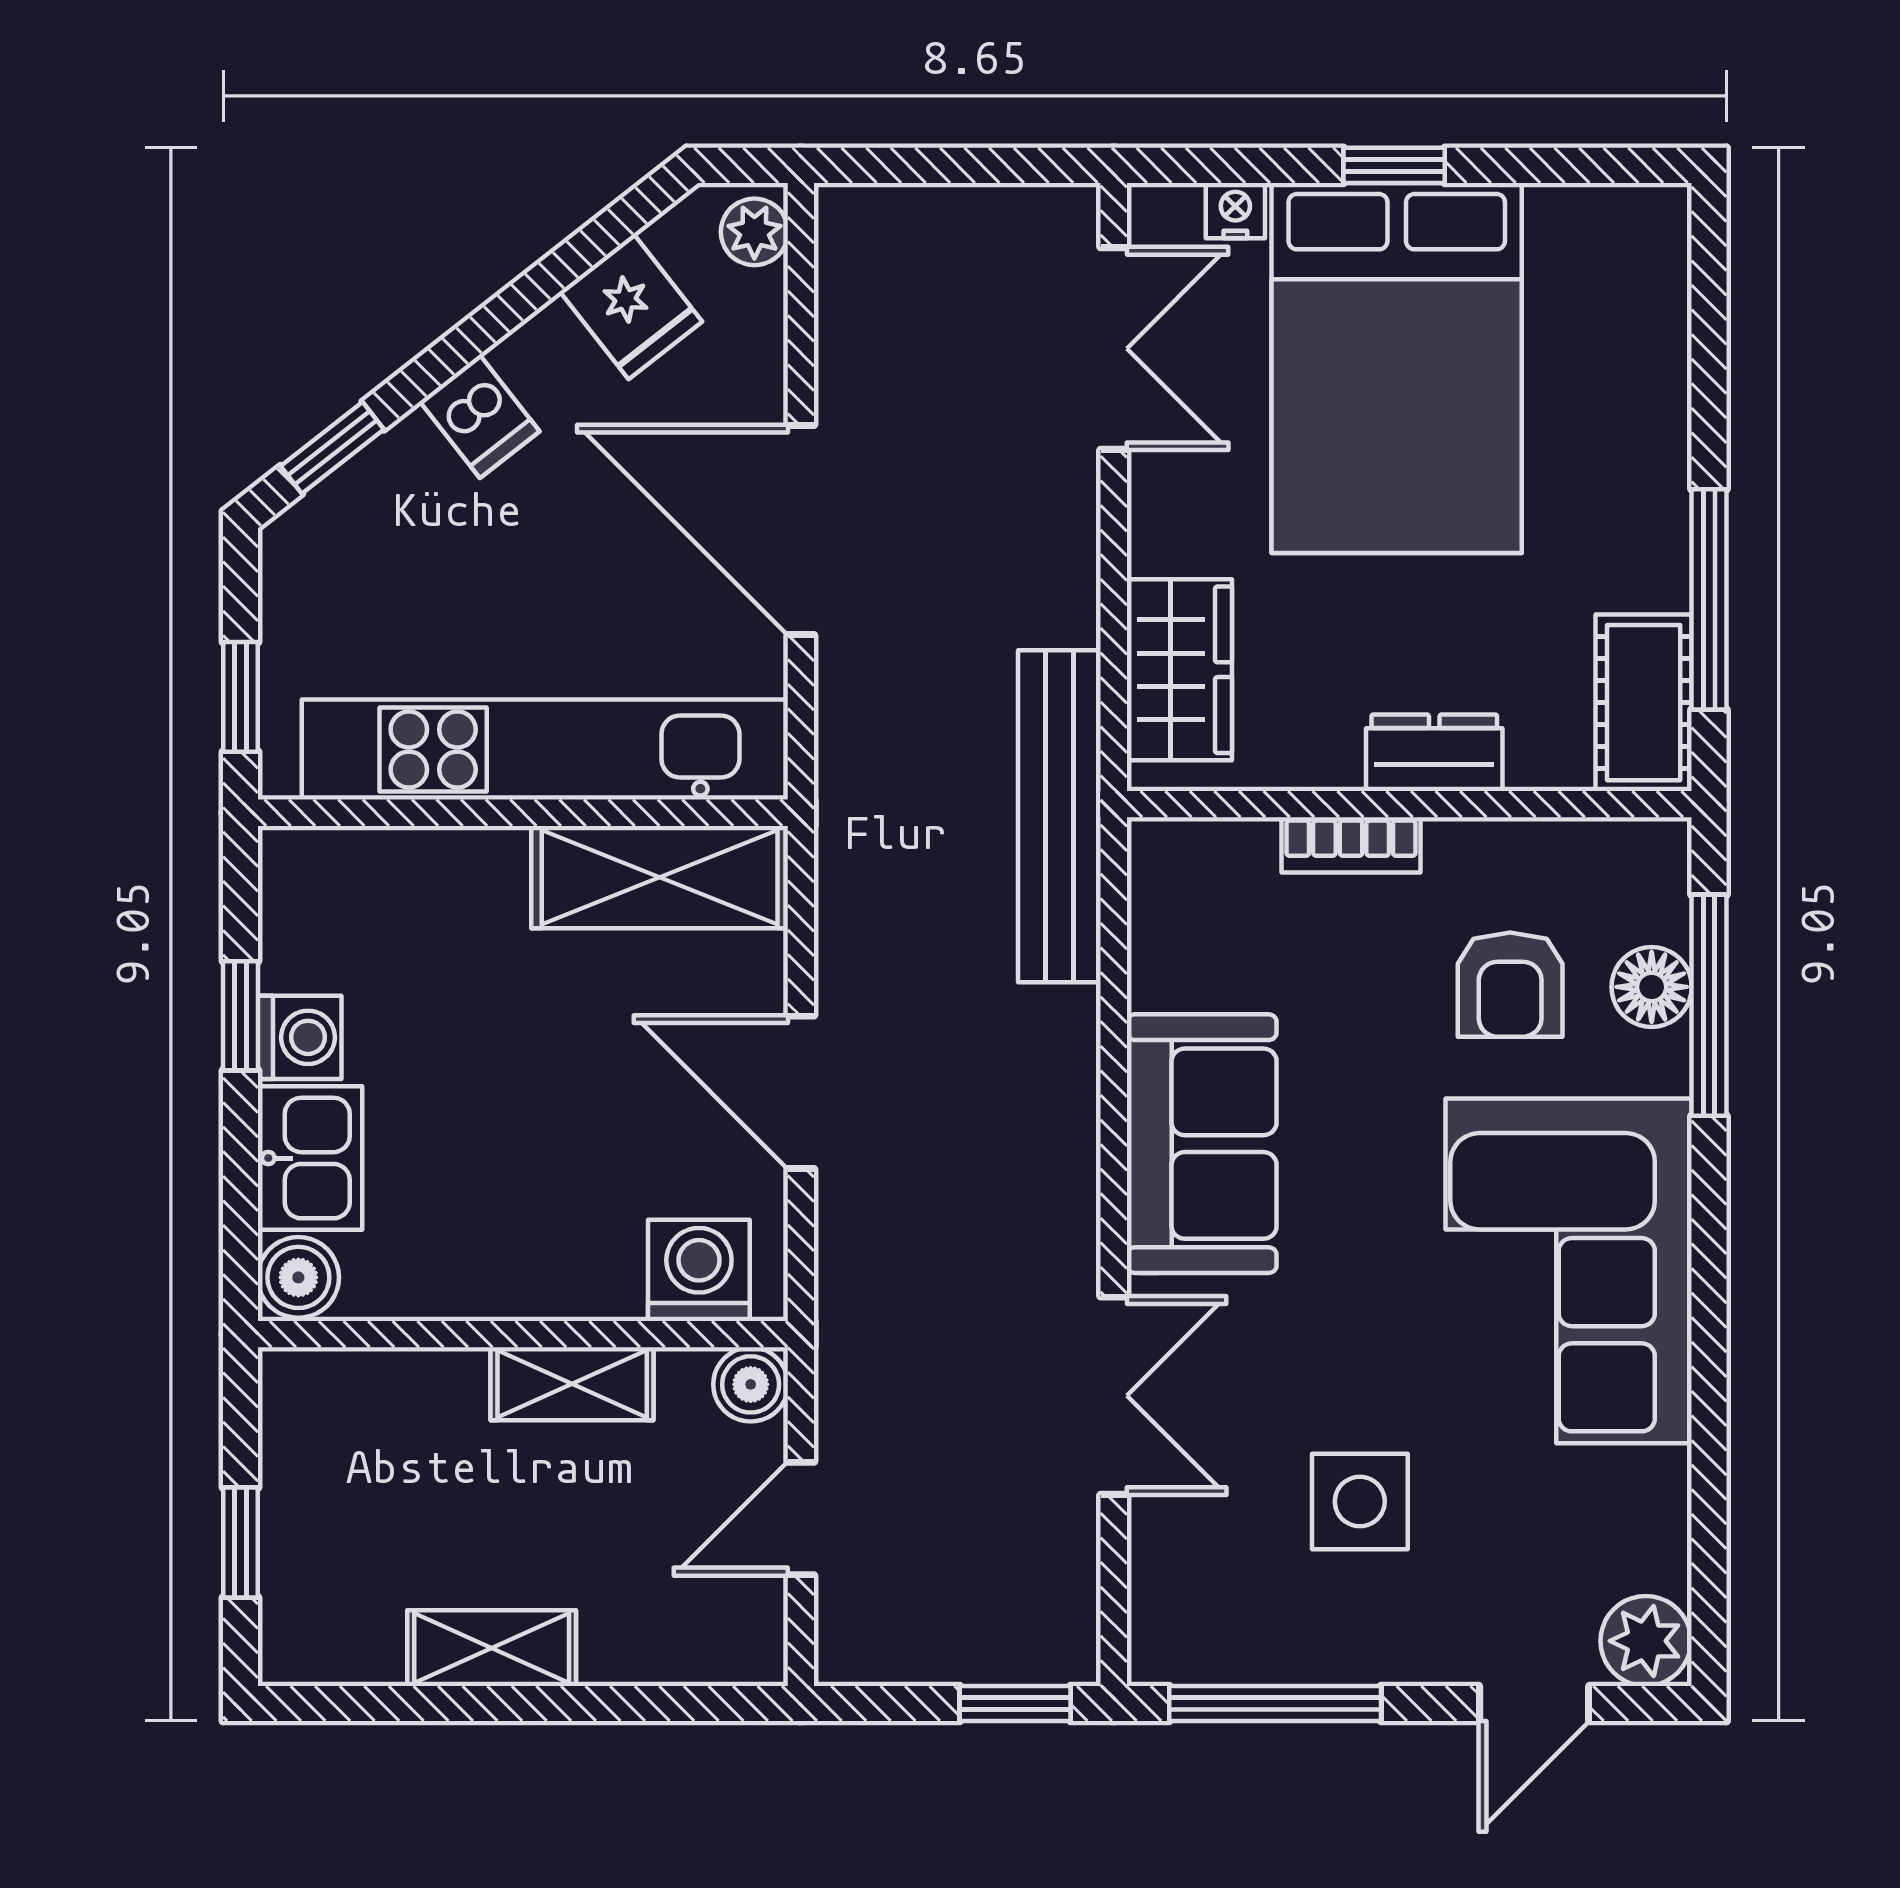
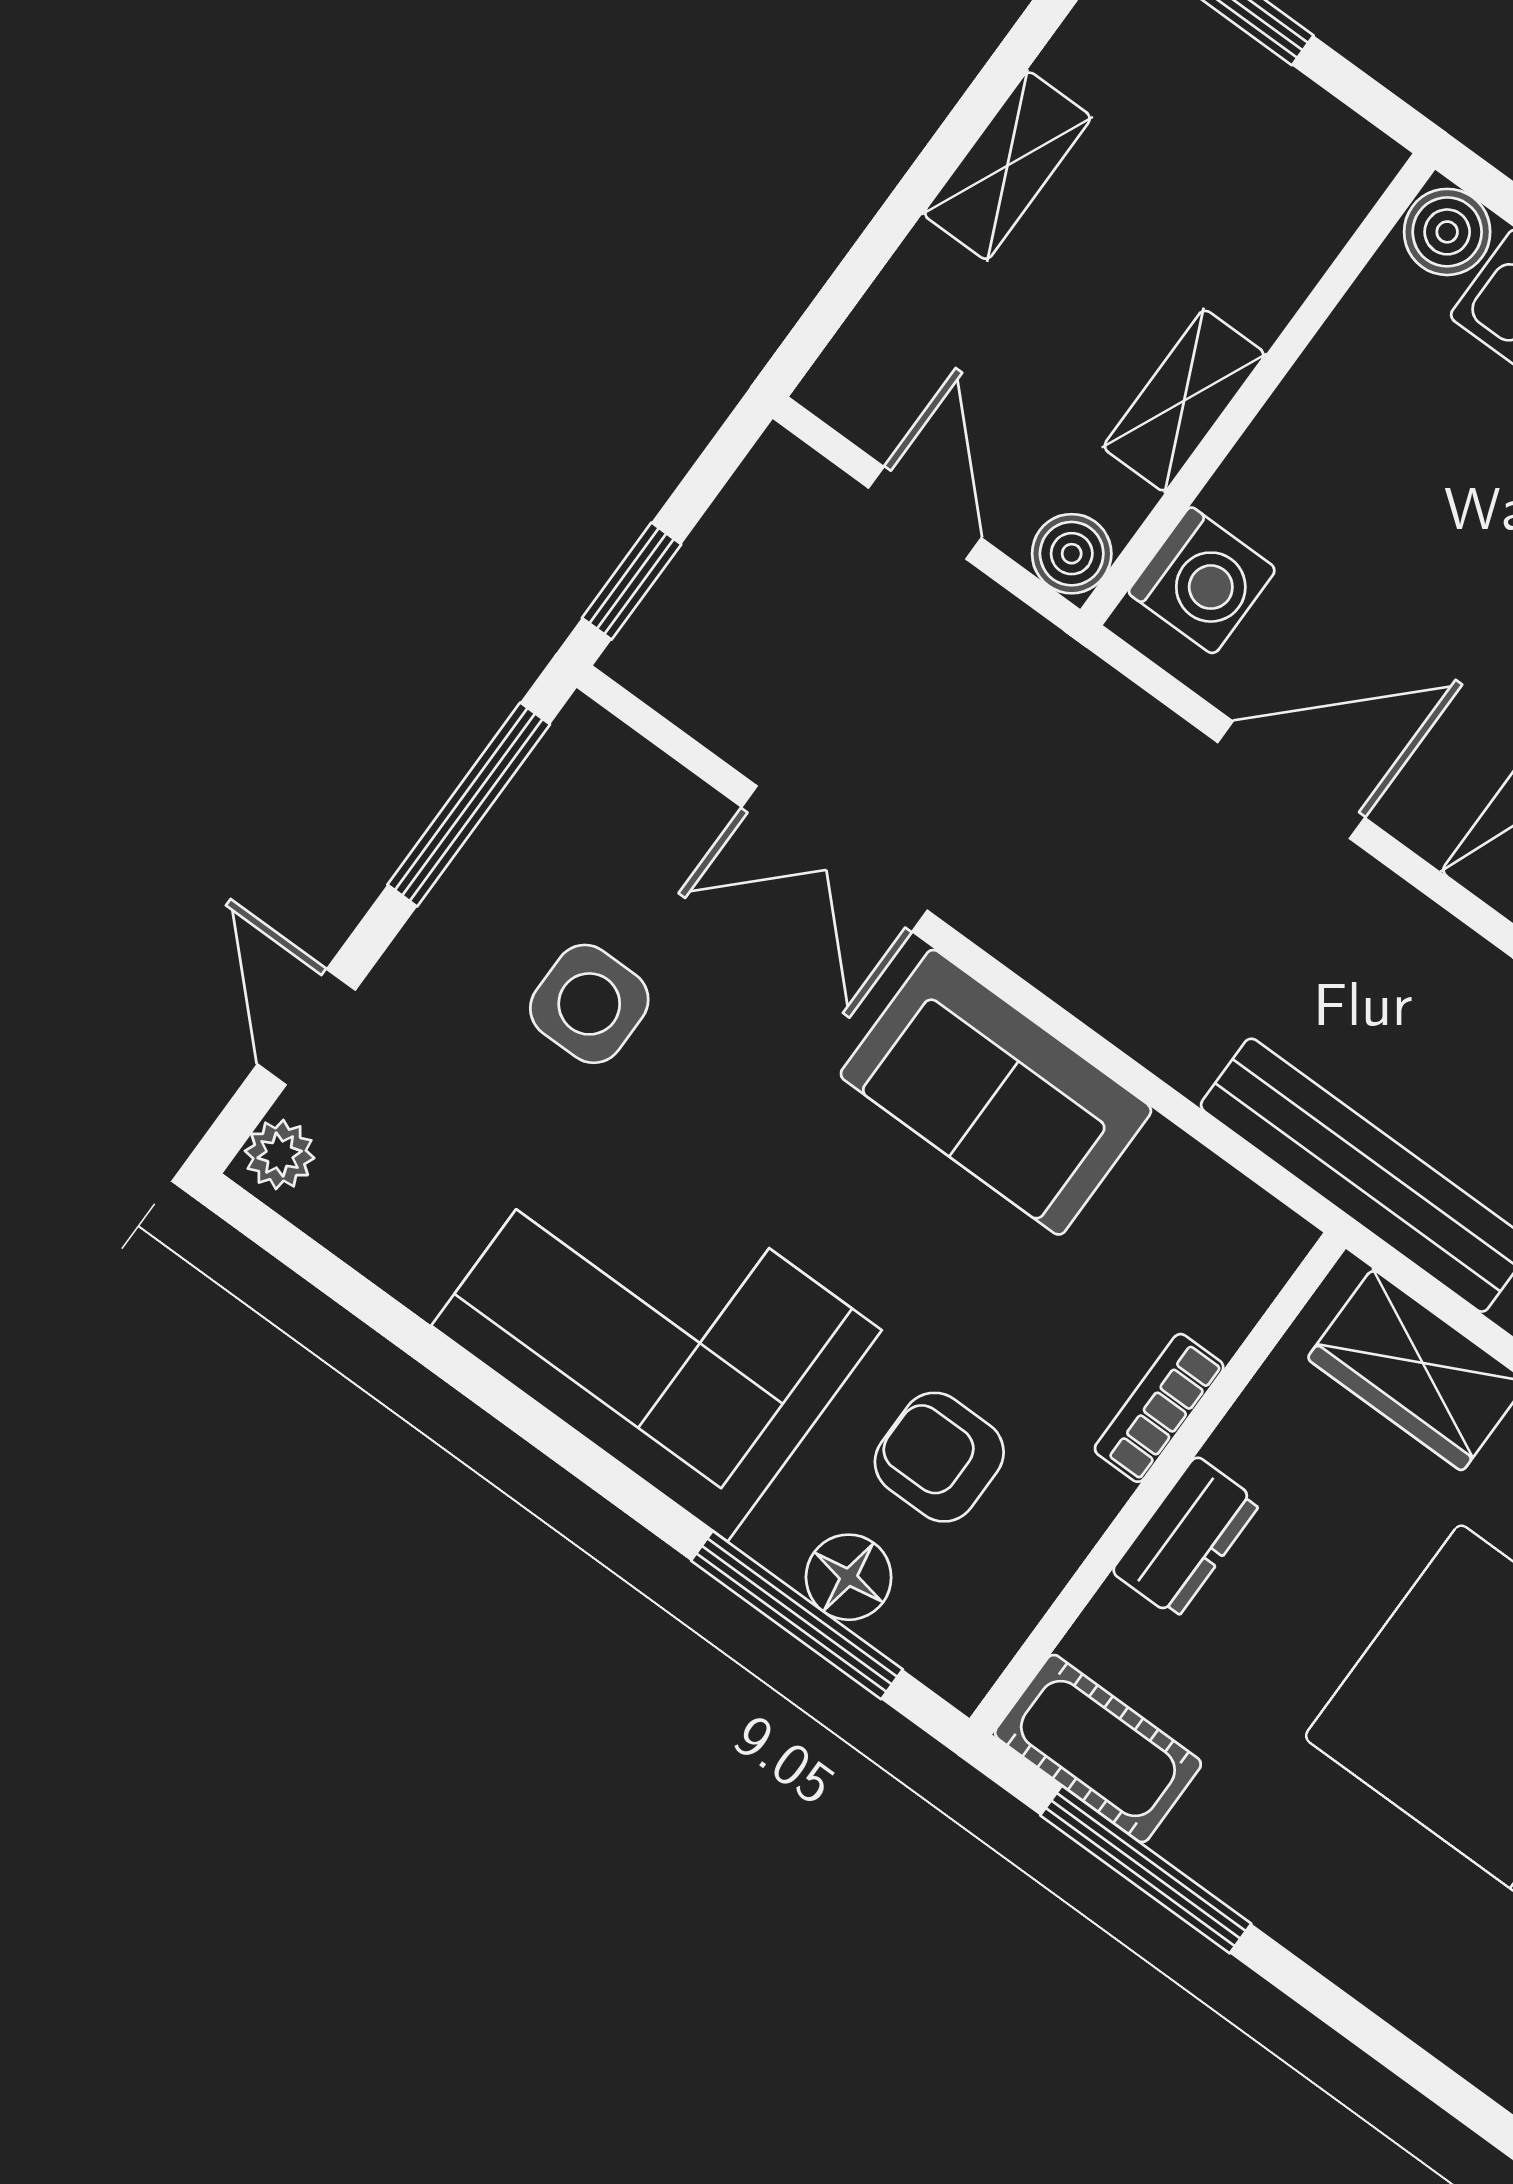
plant: (1646, 1641) -> (280, 1154), width x0.73, depth x0.73

